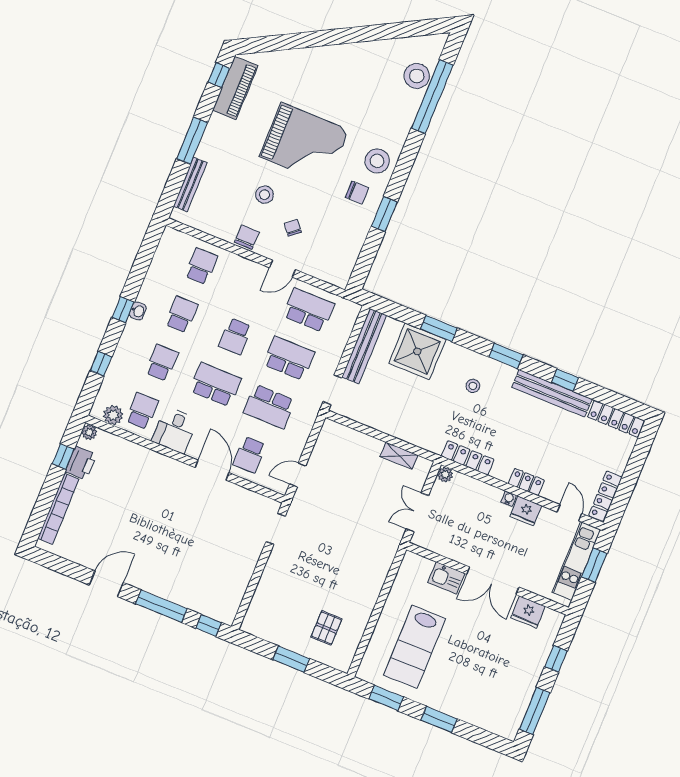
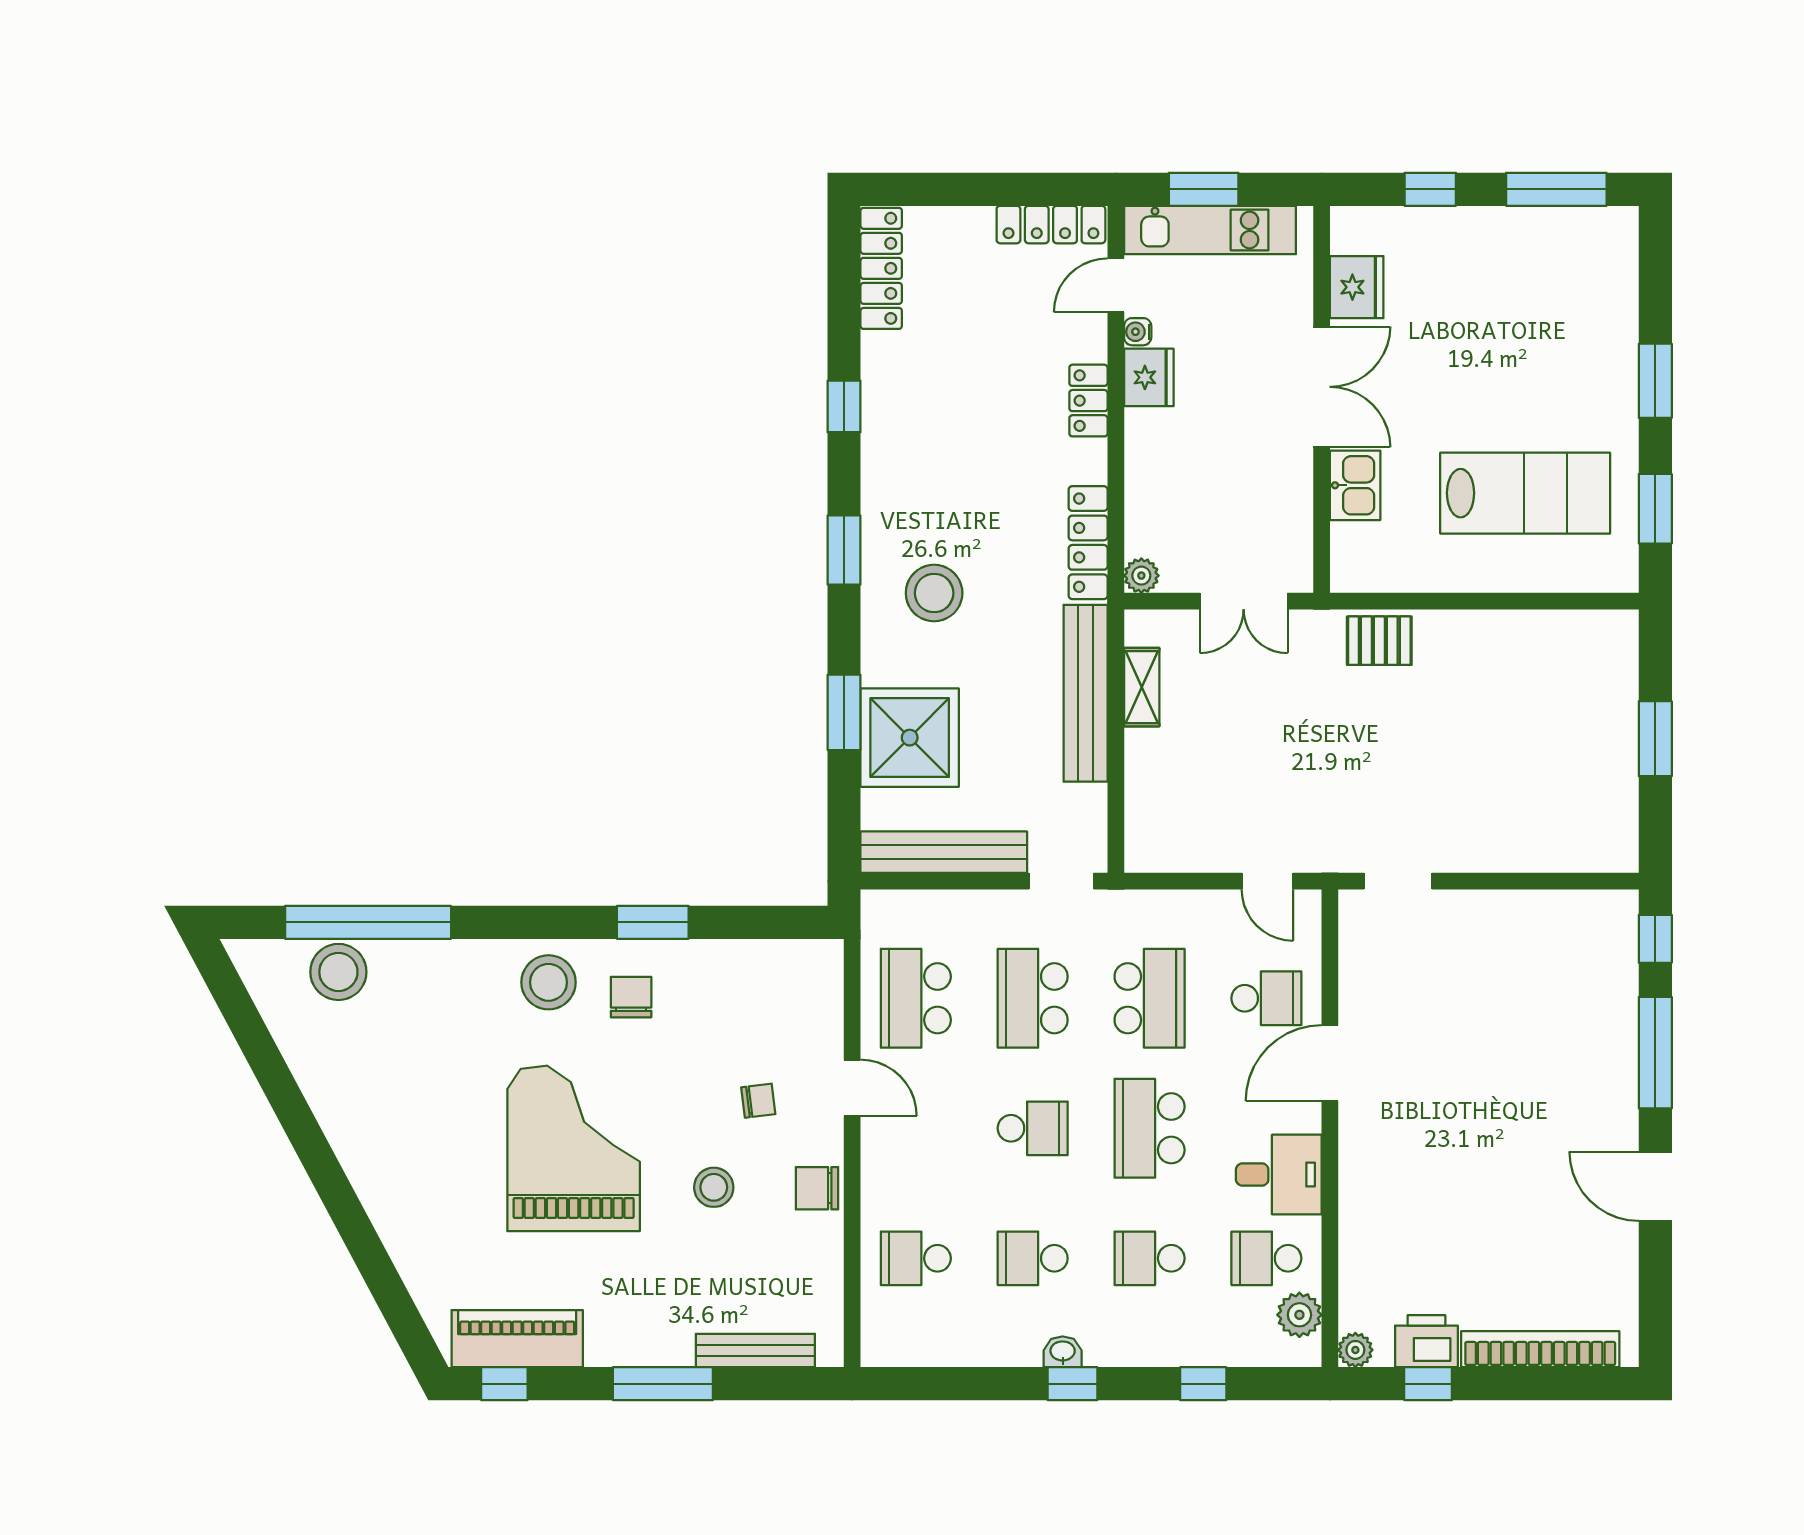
chair: (293, 228) -> (758, 1101), turned -147
stool: (473, 386) -> (934, 593), width x1.89, depth x1.89
bench: (552, 393) -> (1086, 693), moved
water cooler: (509, 499) -> (1138, 332), moved
pallet: (326, 628) -> (1379, 641), moved

